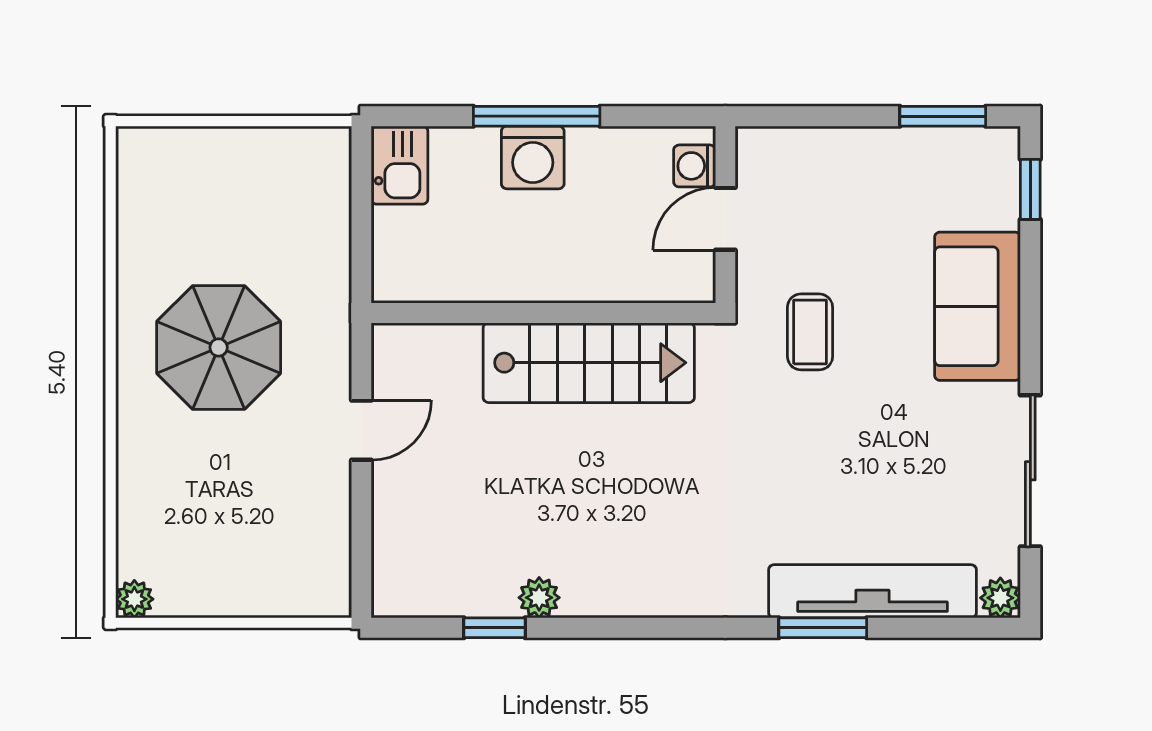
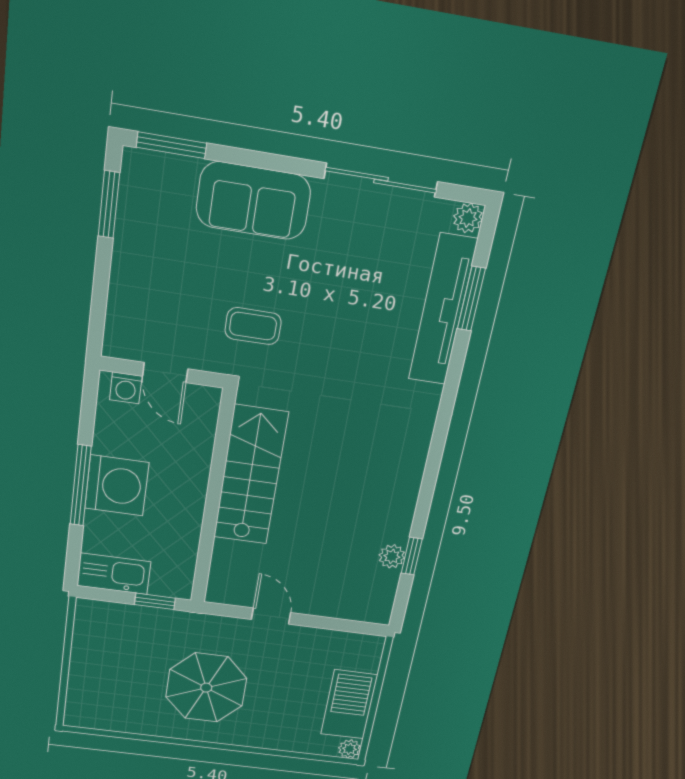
washing machine: (533, 157) -> (117, 485), width x1.37, depth x1.37
kitchen sink: (400, 165) -> (114, 574), width x1.38
window: (1030, 189) -> (171, 145), width x1.50
window: (361, 248) -> (155, 601), added
barbecue: (219, 582) -> (349, 705), added
plant: (539, 598) -> (392, 556), moved
window: (823, 628) -> (471, 299), moved

